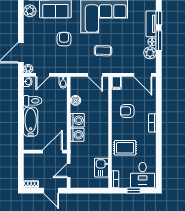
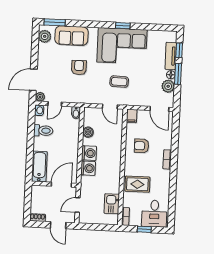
bathtub: (31, 122) -> (39, 167), moved

